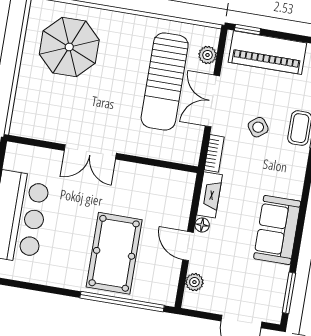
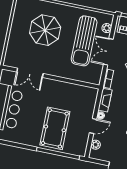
parasol: (69, 47) -> (45, 30), moved
double door: (90, 152) -> (30, 73), moved
door: (188, 246) -> (93, 126), swing flipped

